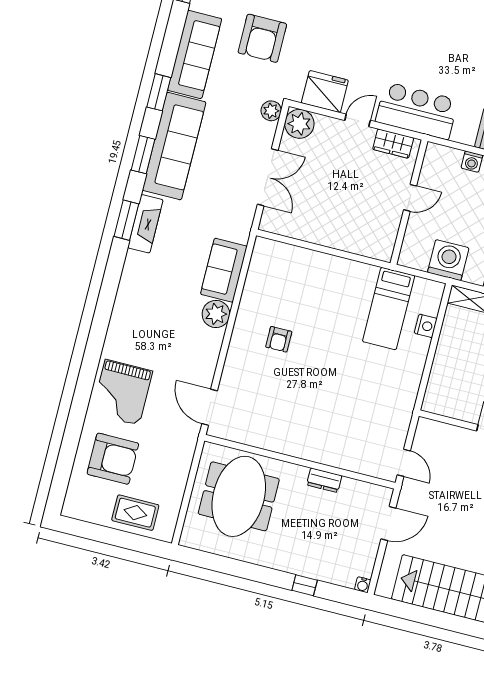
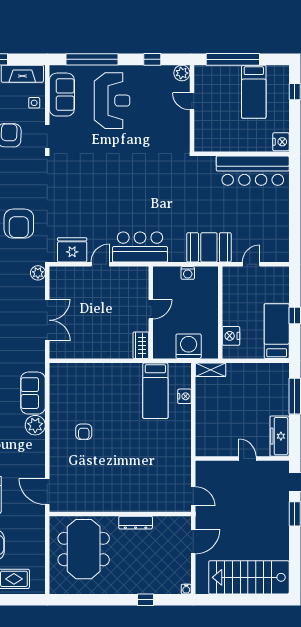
plant: (299, 124) -> (60, 277), removed
wardrobe: (393, 144) -> (141, 345), moved, turned 90
dresser: (324, 480) -> (136, 523), width x1.44

